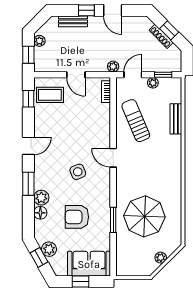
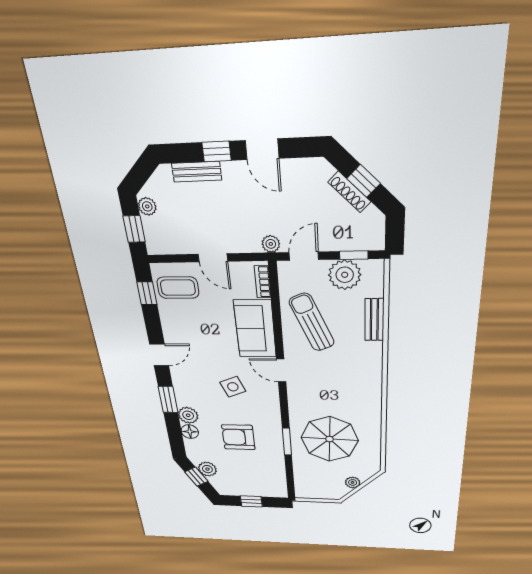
plant: (153, 83) -> (345, 275), width x1.88, depth x1.88
sofa: (89, 264) -> (255, 329), moved, turned -90

